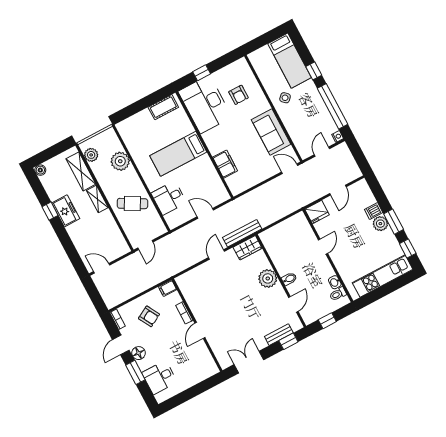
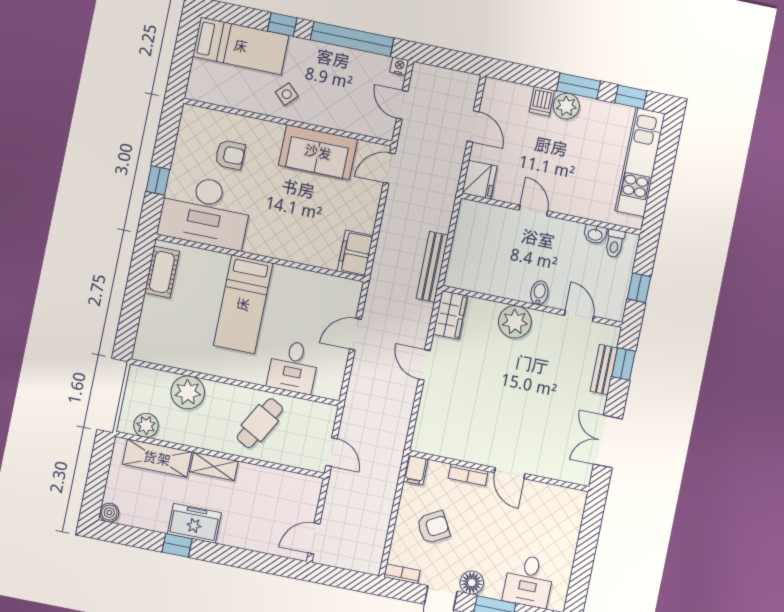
filing cabinet: (225, 164) -> (355, 253), moved, turned -90
bench: (242, 233) -> (432, 267), moved

